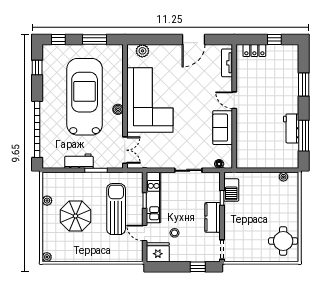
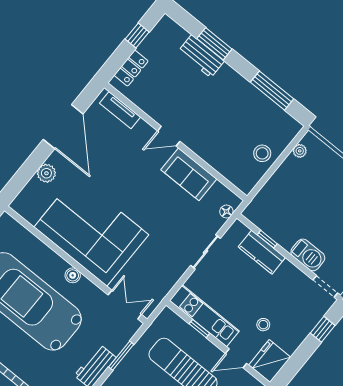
door: (193, 40) -> (63, 127), width x1.36
plant: (142, 51) -> (46, 173), moved
workbench: (291, 128) -> (201, 56), moved
stool: (266, 158) -> (262, 153), added
barbecue: (231, 190) -> (308, 255), moved
kitchen counter: (213, 217) -> (262, 252), moved

